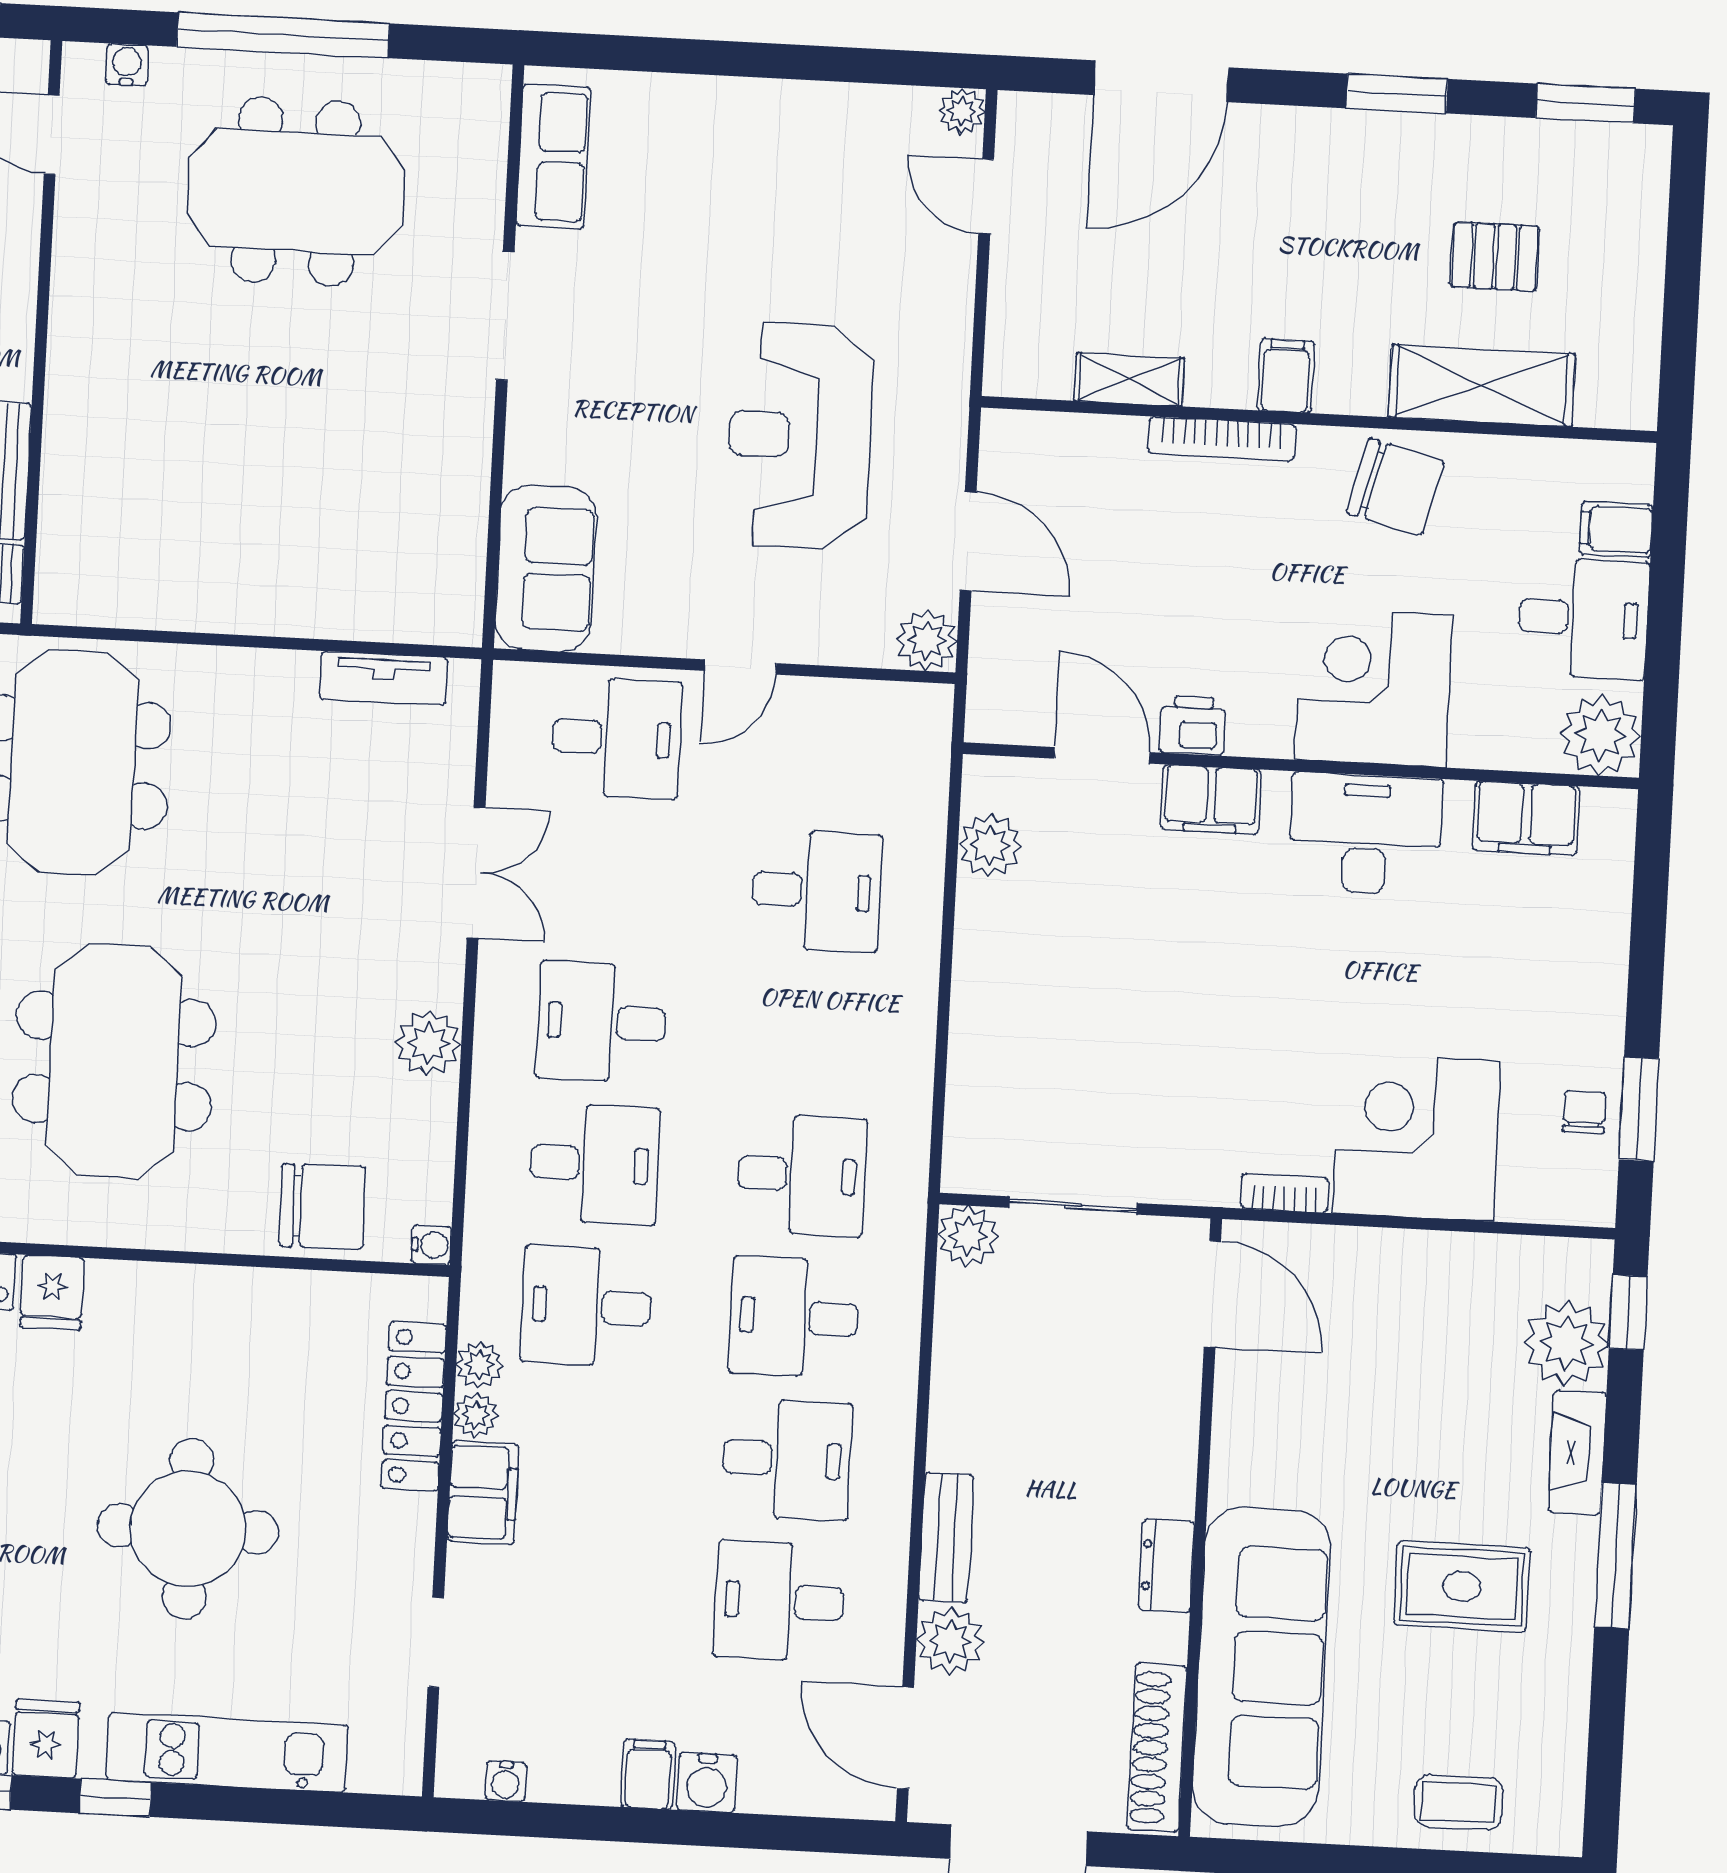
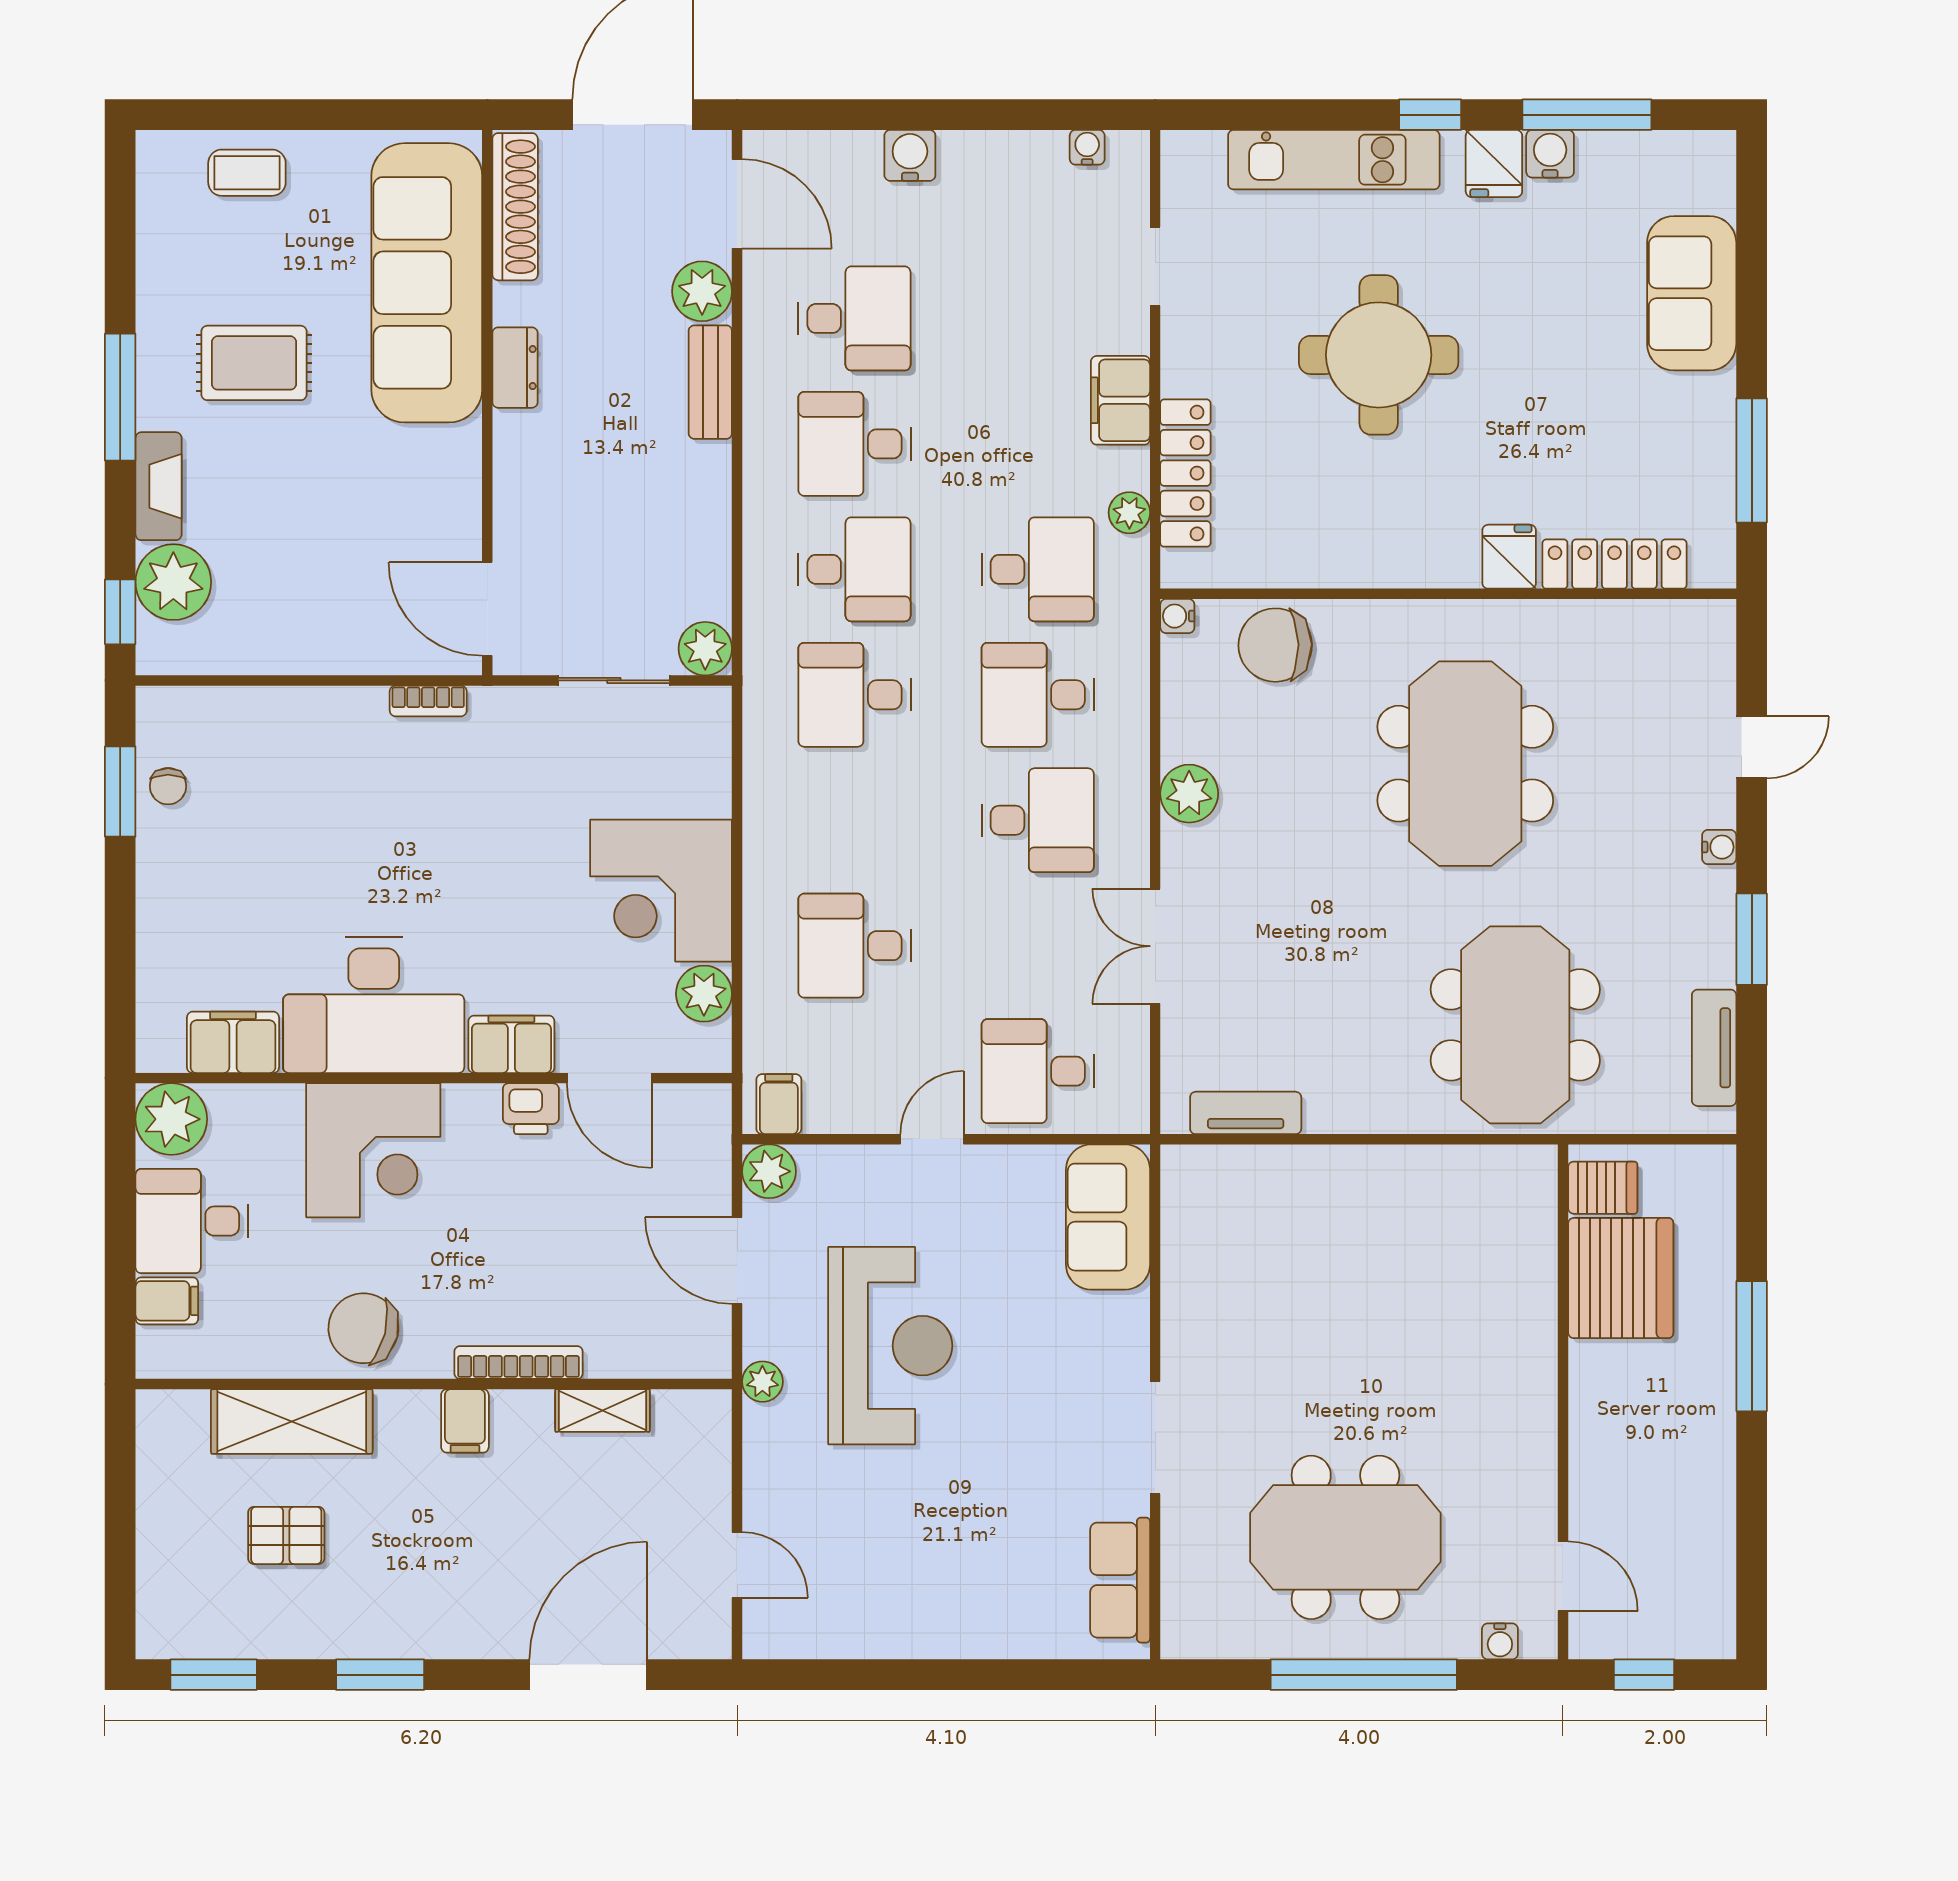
plant: (962, 111) -> (762, 1382), moved
desk: (1365, 834) -> (374, 1005), width x1.36, depth x1.30
corner desk: (1417, 1137) -> (661, 891), moved, turned 90
plant: (476, 1415) -> (1130, 468), removed
filing cabinet: (648, 1774) -> (779, 1104), moved, turned 180

